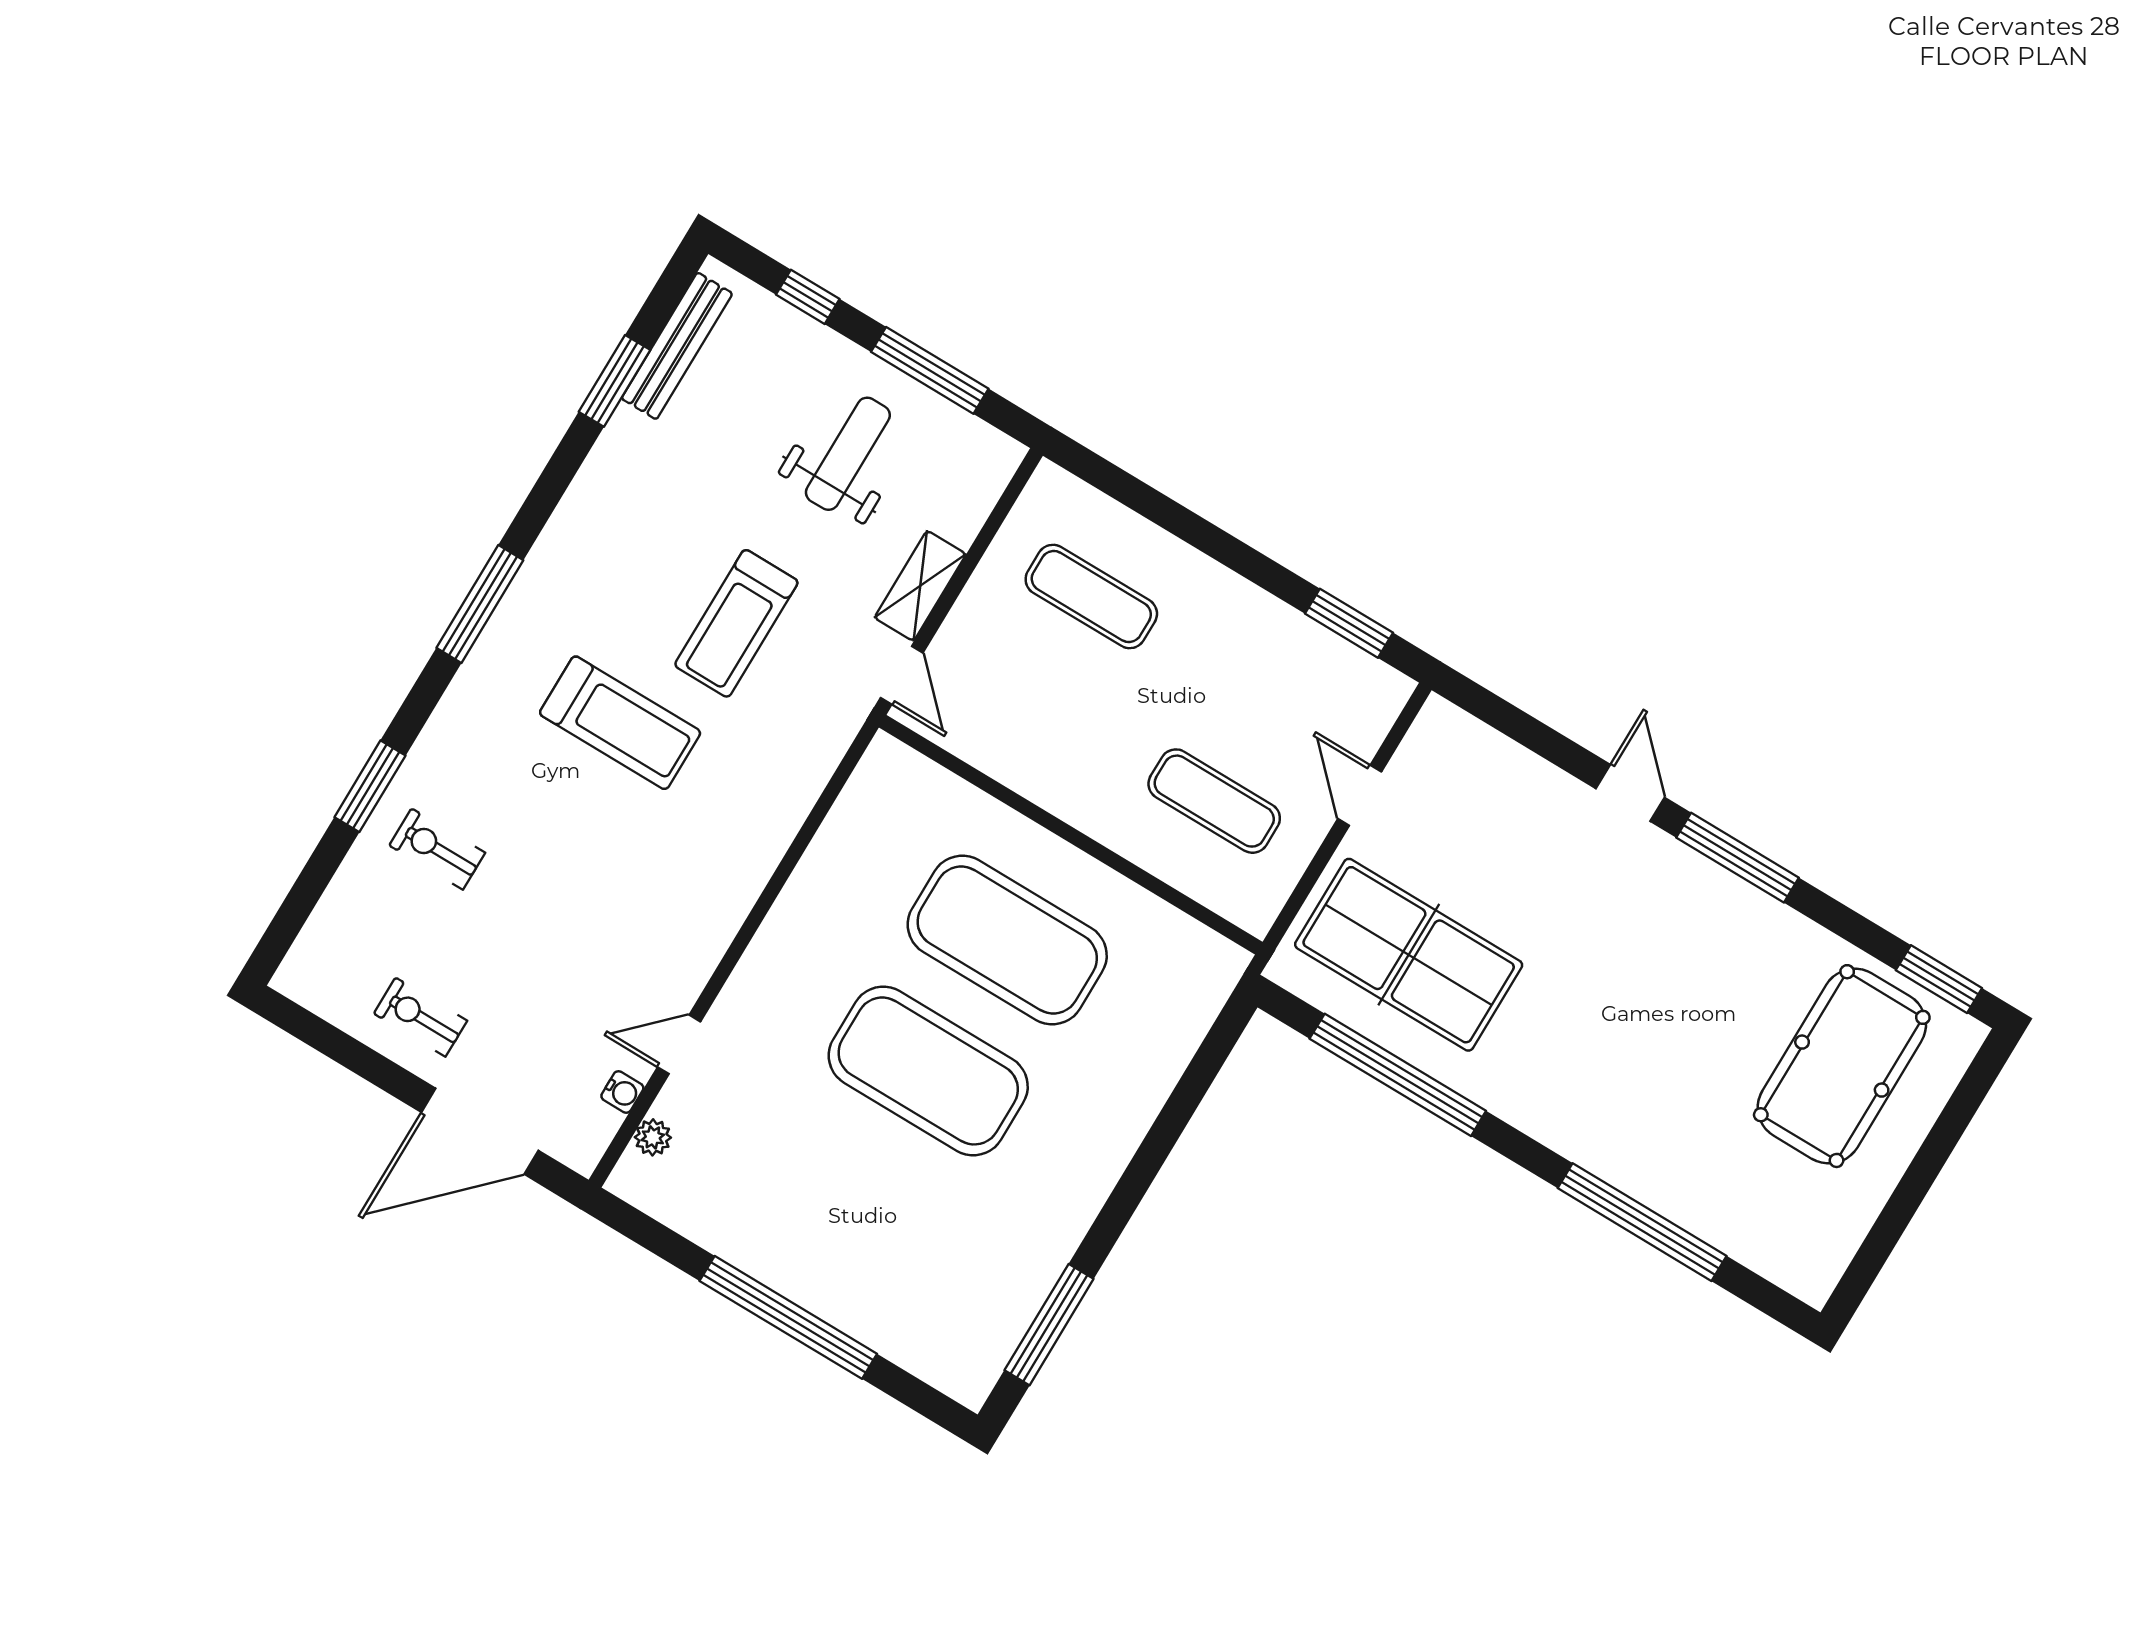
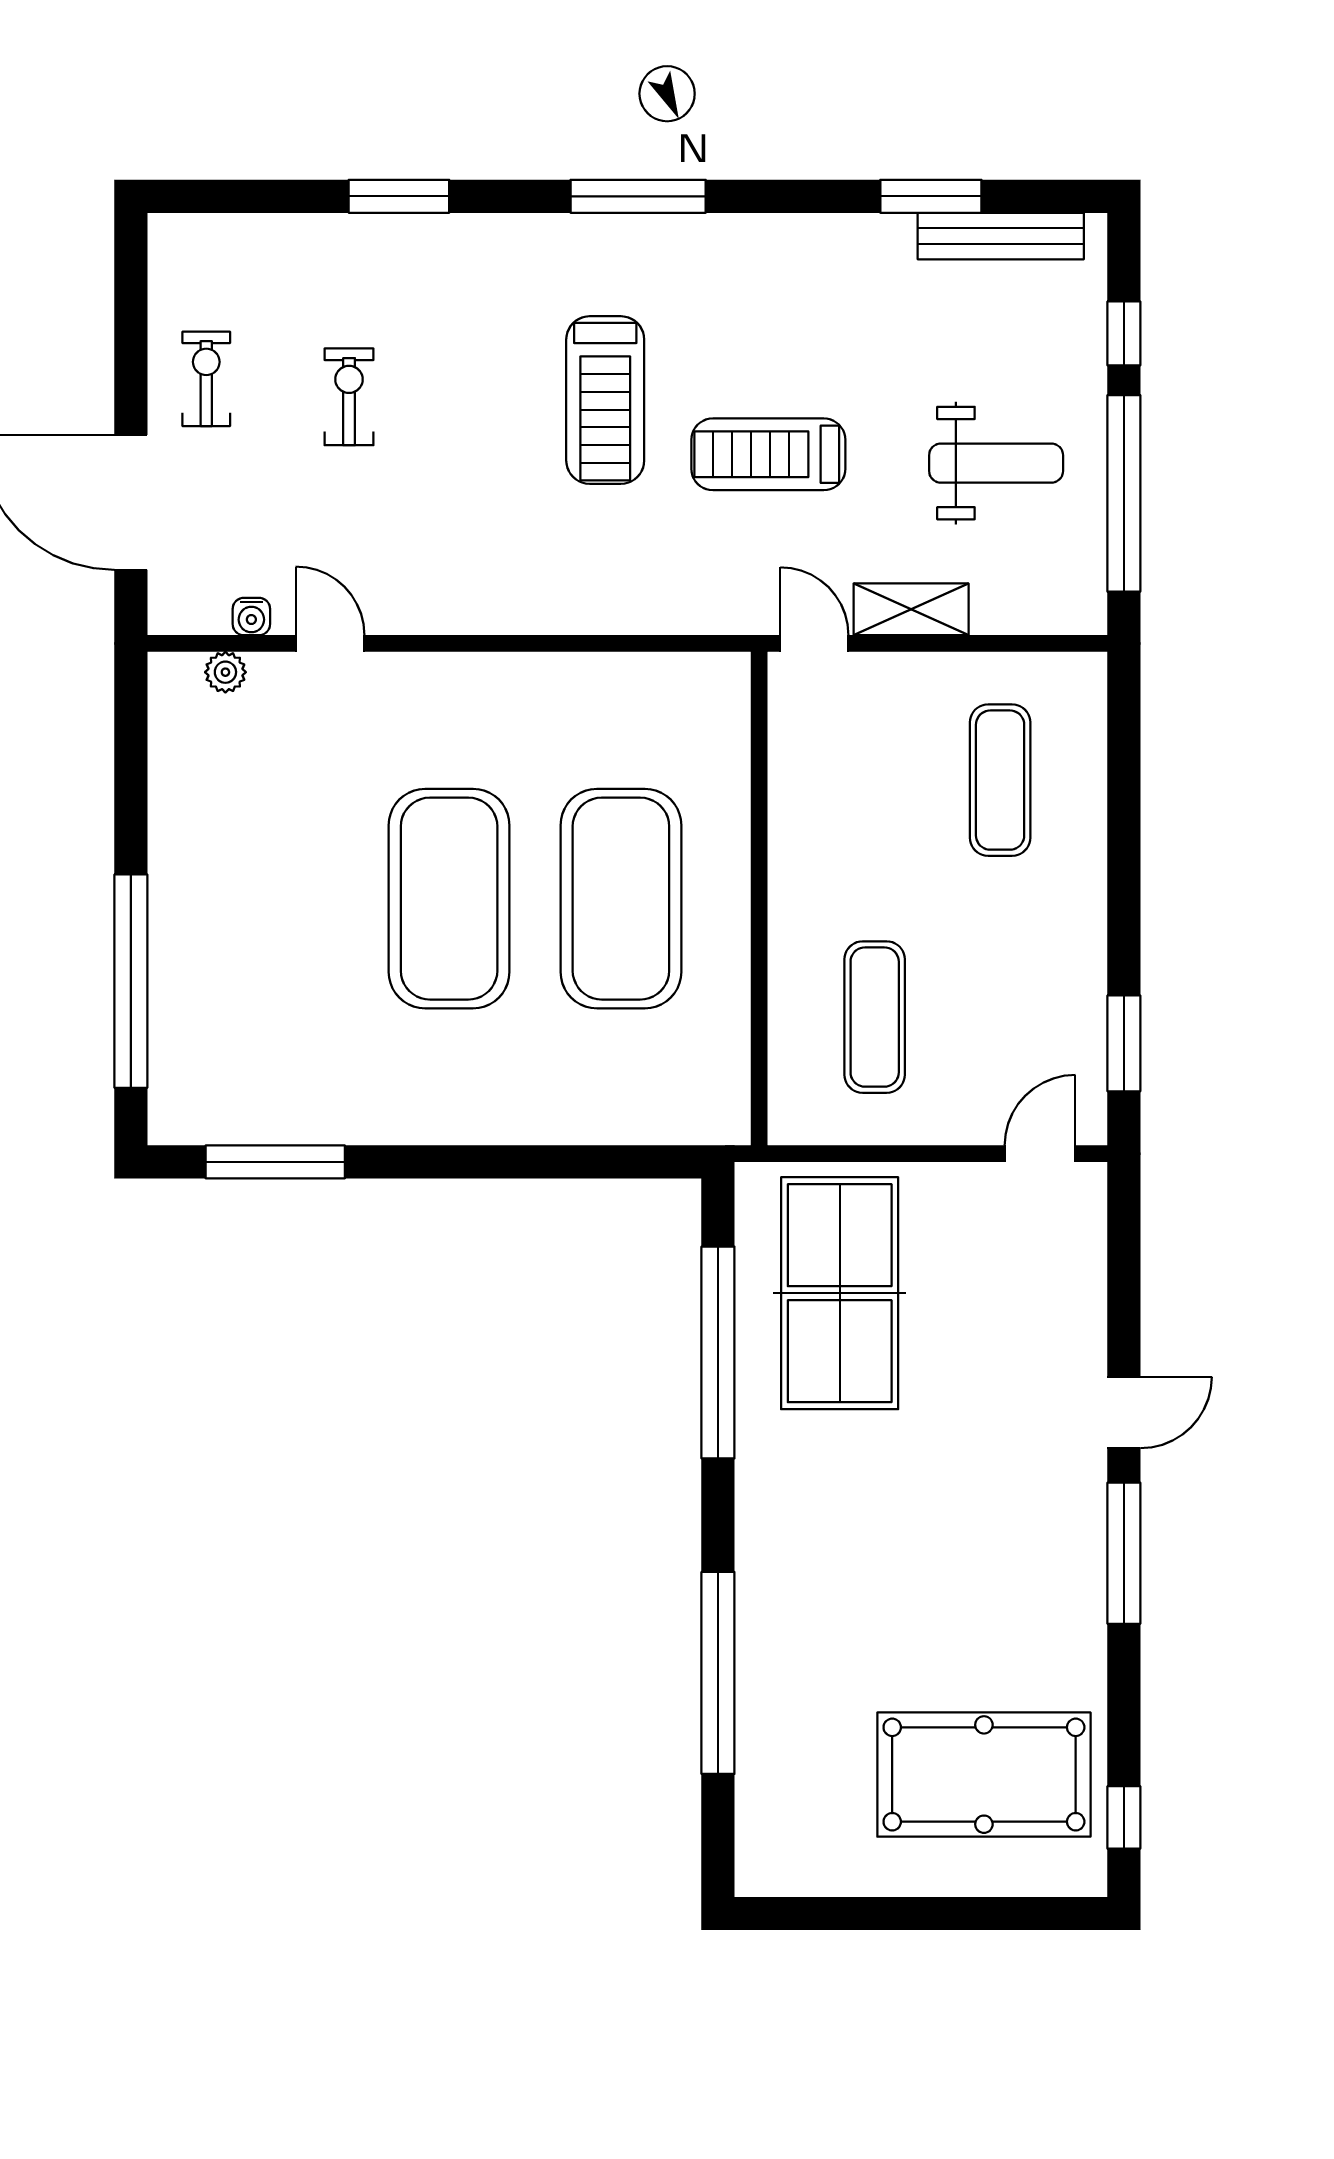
window: (930, 370) -> (1124, 493), width x1.46
door: (902, 675) -> (814, 643), swing flipped
door: (1360, 795) -> (1040, 1154), moved
exercise bike: (437, 849) -> (349, 397), moved
window: (1939, 979) -> (1124, 1817), width x0.67
window: (788, 1317) -> (131, 981), moved

